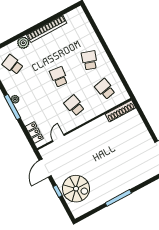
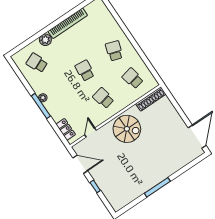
door: (45, 168) -> (80, 164), swing flipped
spiral stairs: (76, 189) -> (127, 129), moved

